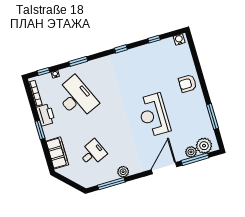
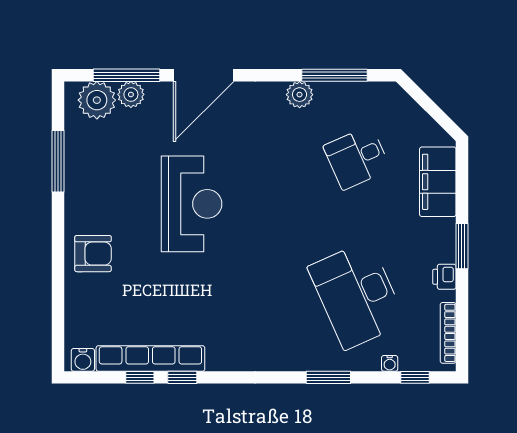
row of seats: (152, 48) -> (150, 358), added
window: (121, 49) -> (182, 377), moved
printer: (46, 115) -> (444, 277), width x0.53, depth x0.68

